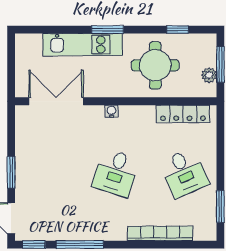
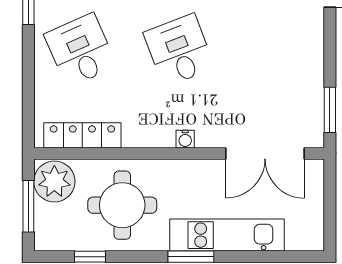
plant: (209, 75) -> (54, 181), width x1.88, depth x1.88
window: (11, 172) -> (330, 110), moved
desk: (116, 173) -> (179, 50), turned -39

